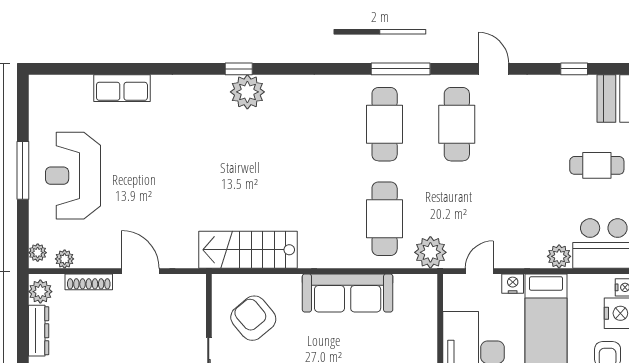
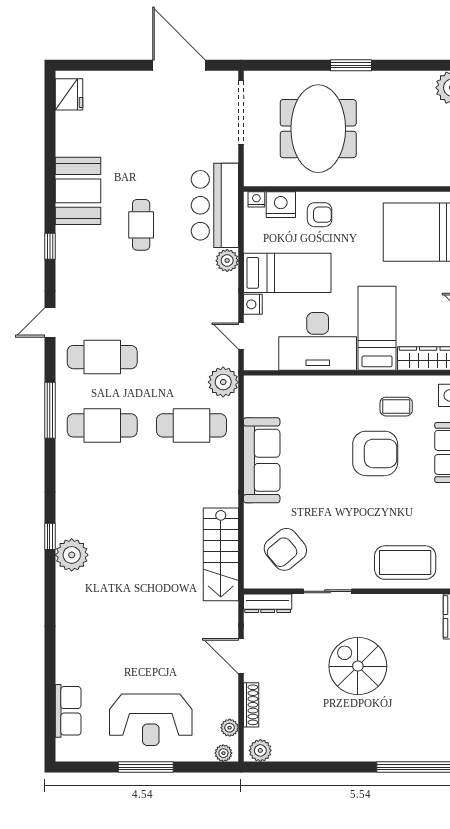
window: (239, 69) -> (50, 536), moved
row of seats: (122, 88) -> (68, 711), moved
door: (140, 271) -> (241, 656), hinge flipped
dresser: (39, 331) -> (268, 603), moved, turned 180

